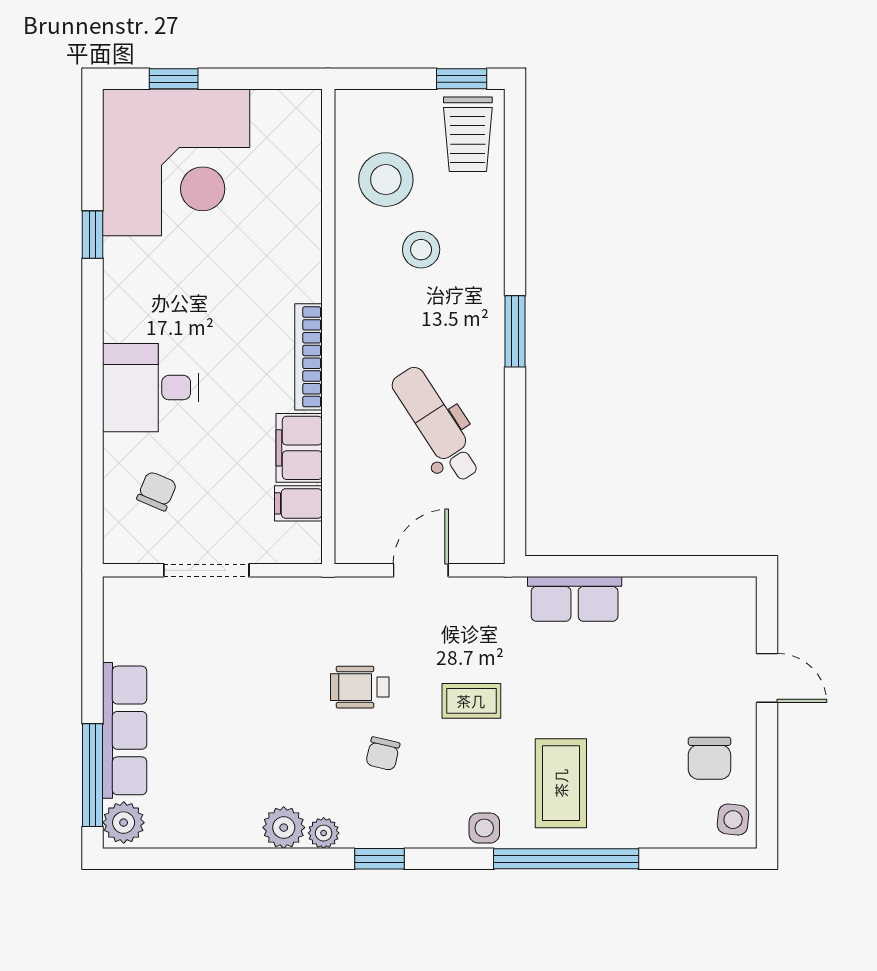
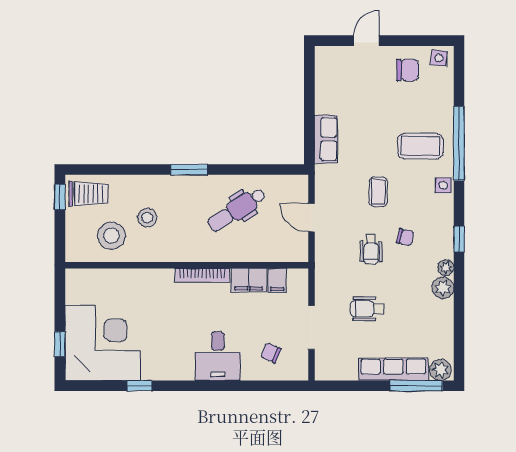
wheelchair: (243, 679) -> (367, 309), added

